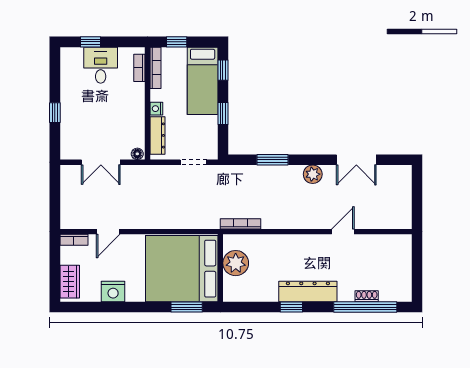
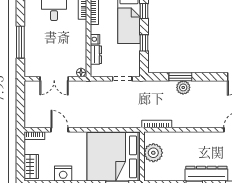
window: (55, 113) -> (20, 42), width x2.17
dresser: (158, 135) -> (96, 55), width x0.70
plant: (313, 174) -> (183, 87), moved
door: (108, 232) -> (60, 130), swing flipped

